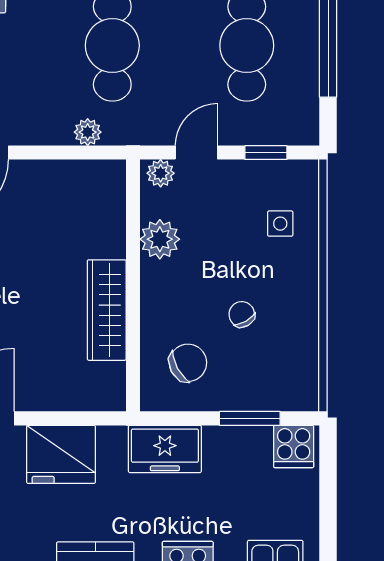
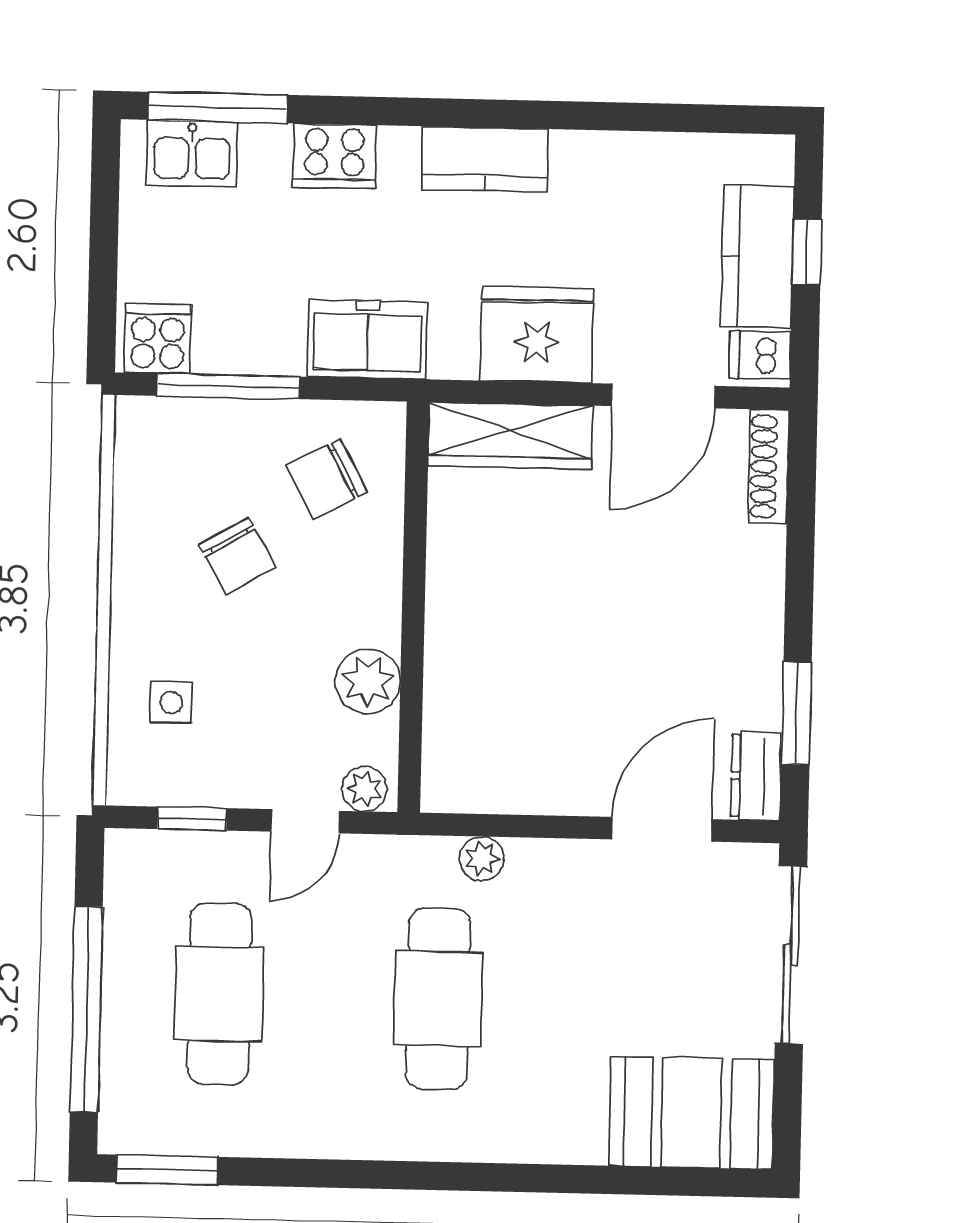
wardrobe: (107, 310) -> (510, 436), moved, turned 90
chair: (242, 314) -> (237, 556), width x1.37, depth x1.37
window: (250, 418) -> (228, 386), width x1.44

